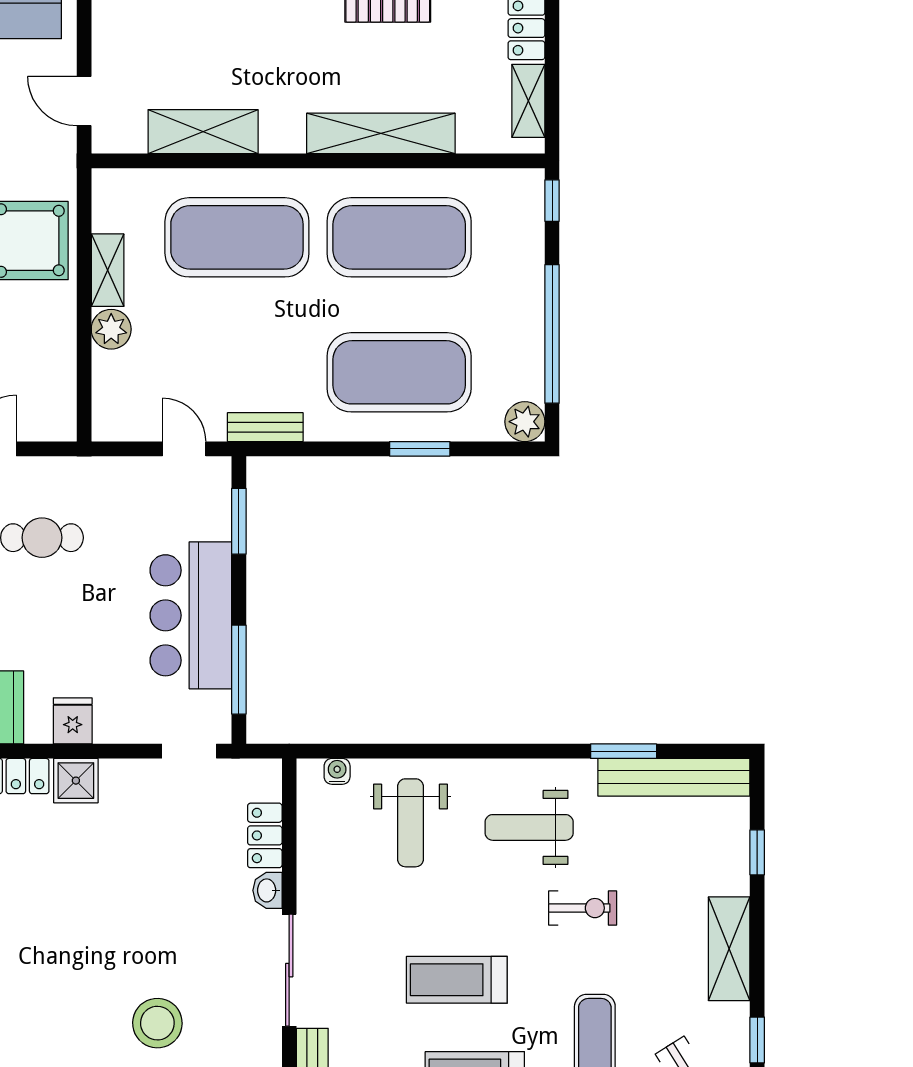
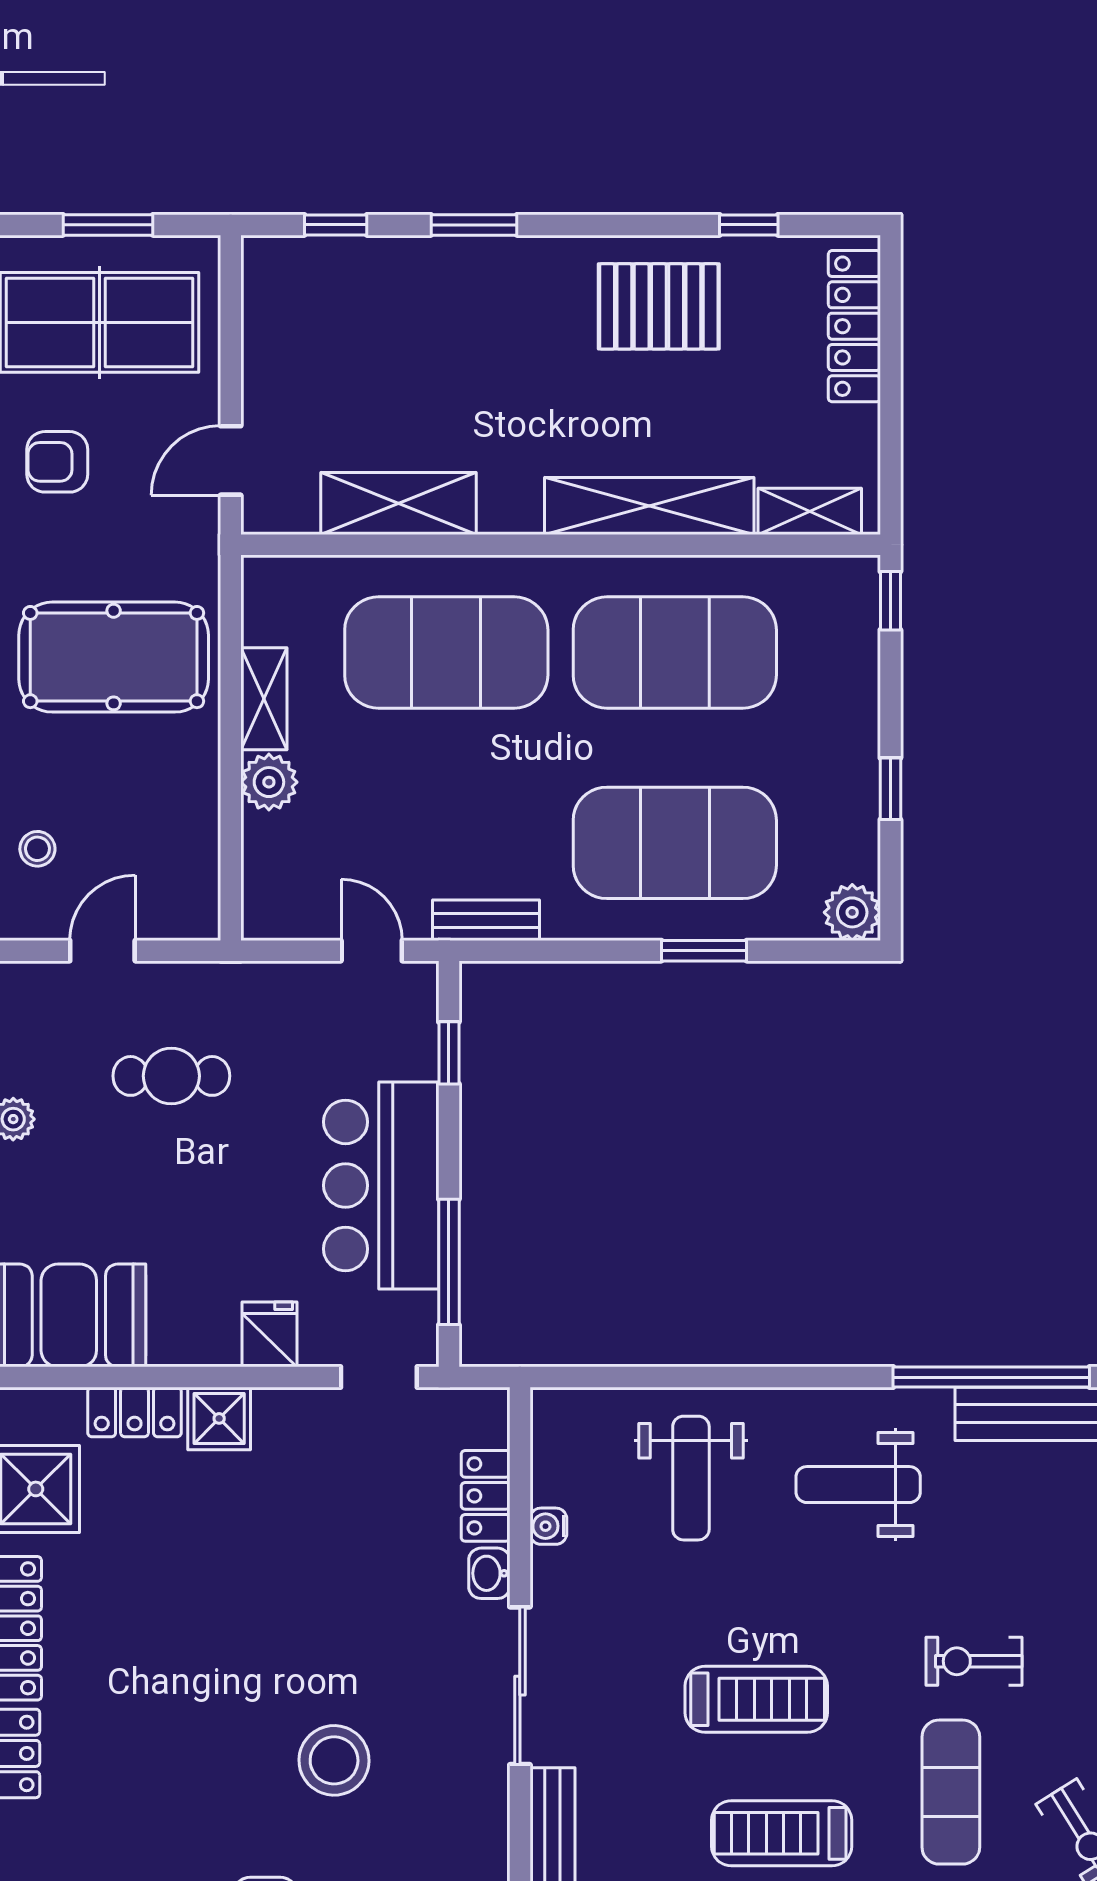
door: (84, 101) -> (231, 460), hinge flipped
shelving: (528, 101) -> (810, 511), moved, turned 90
window: (552, 334) -> (890, 789), width x0.32
window: (239, 521) -> (449, 1053), width x0.67
fridge: (73, 721) -> (269, 1334), moved
window: (624, 751) -> (991, 1377), width x2.11
water cooler: (337, 771) -> (548, 1526), moved, turned -90
exercise bike: (583, 908) -> (974, 1661), moved, turned 180
treadmill: (457, 980) -> (756, 1699), turned 180

